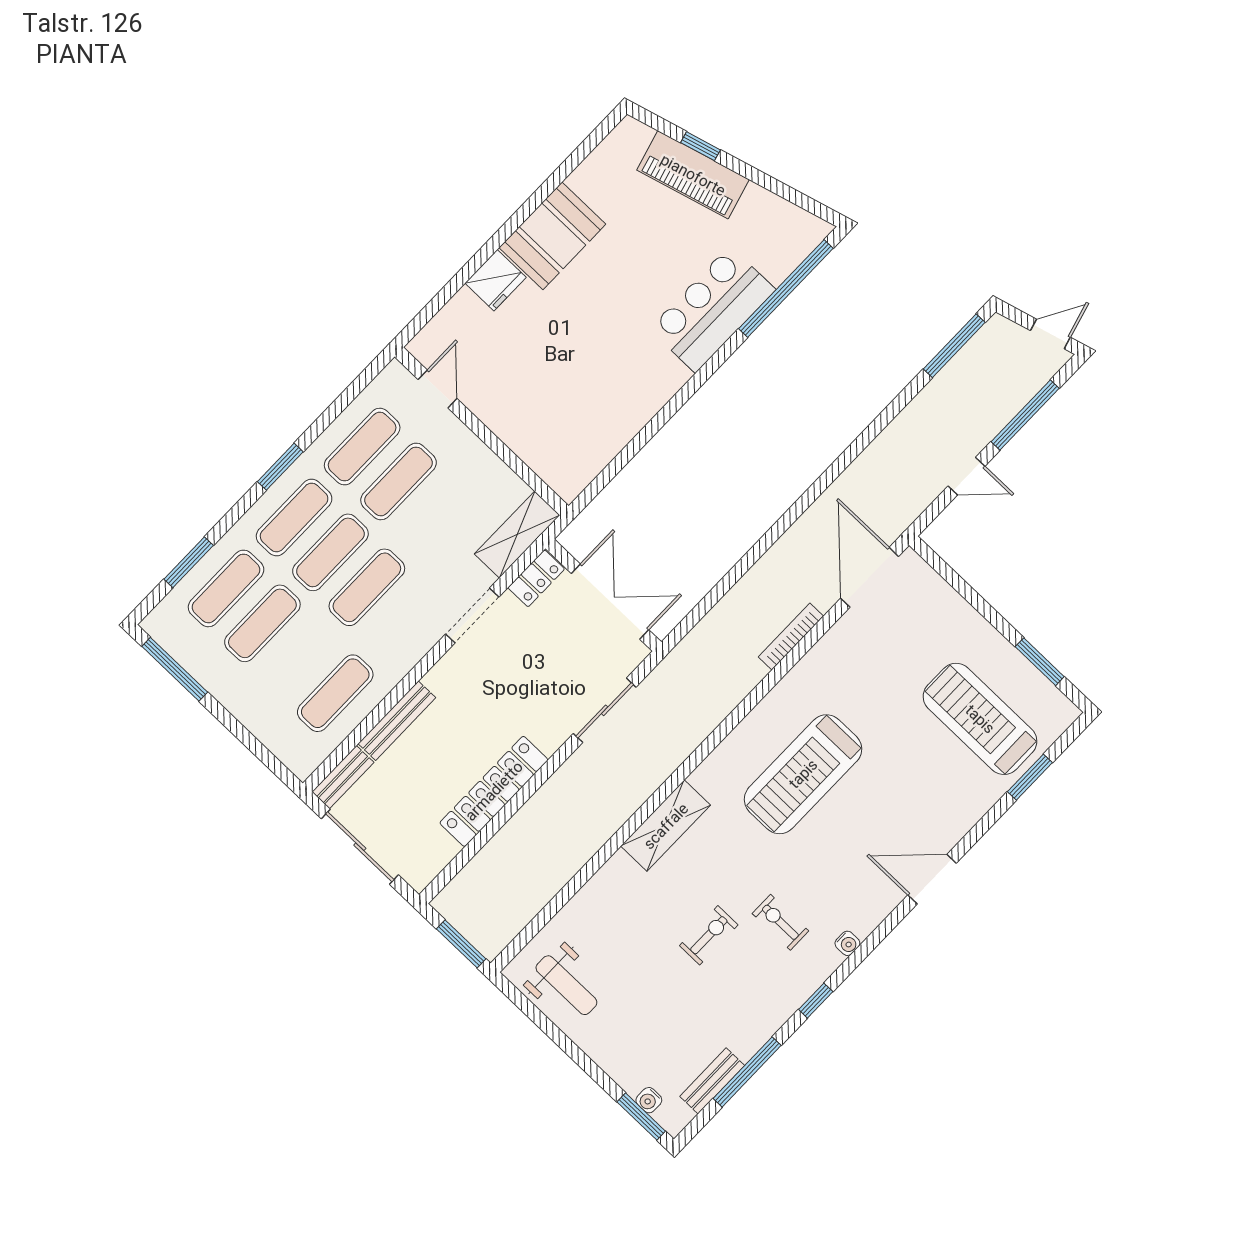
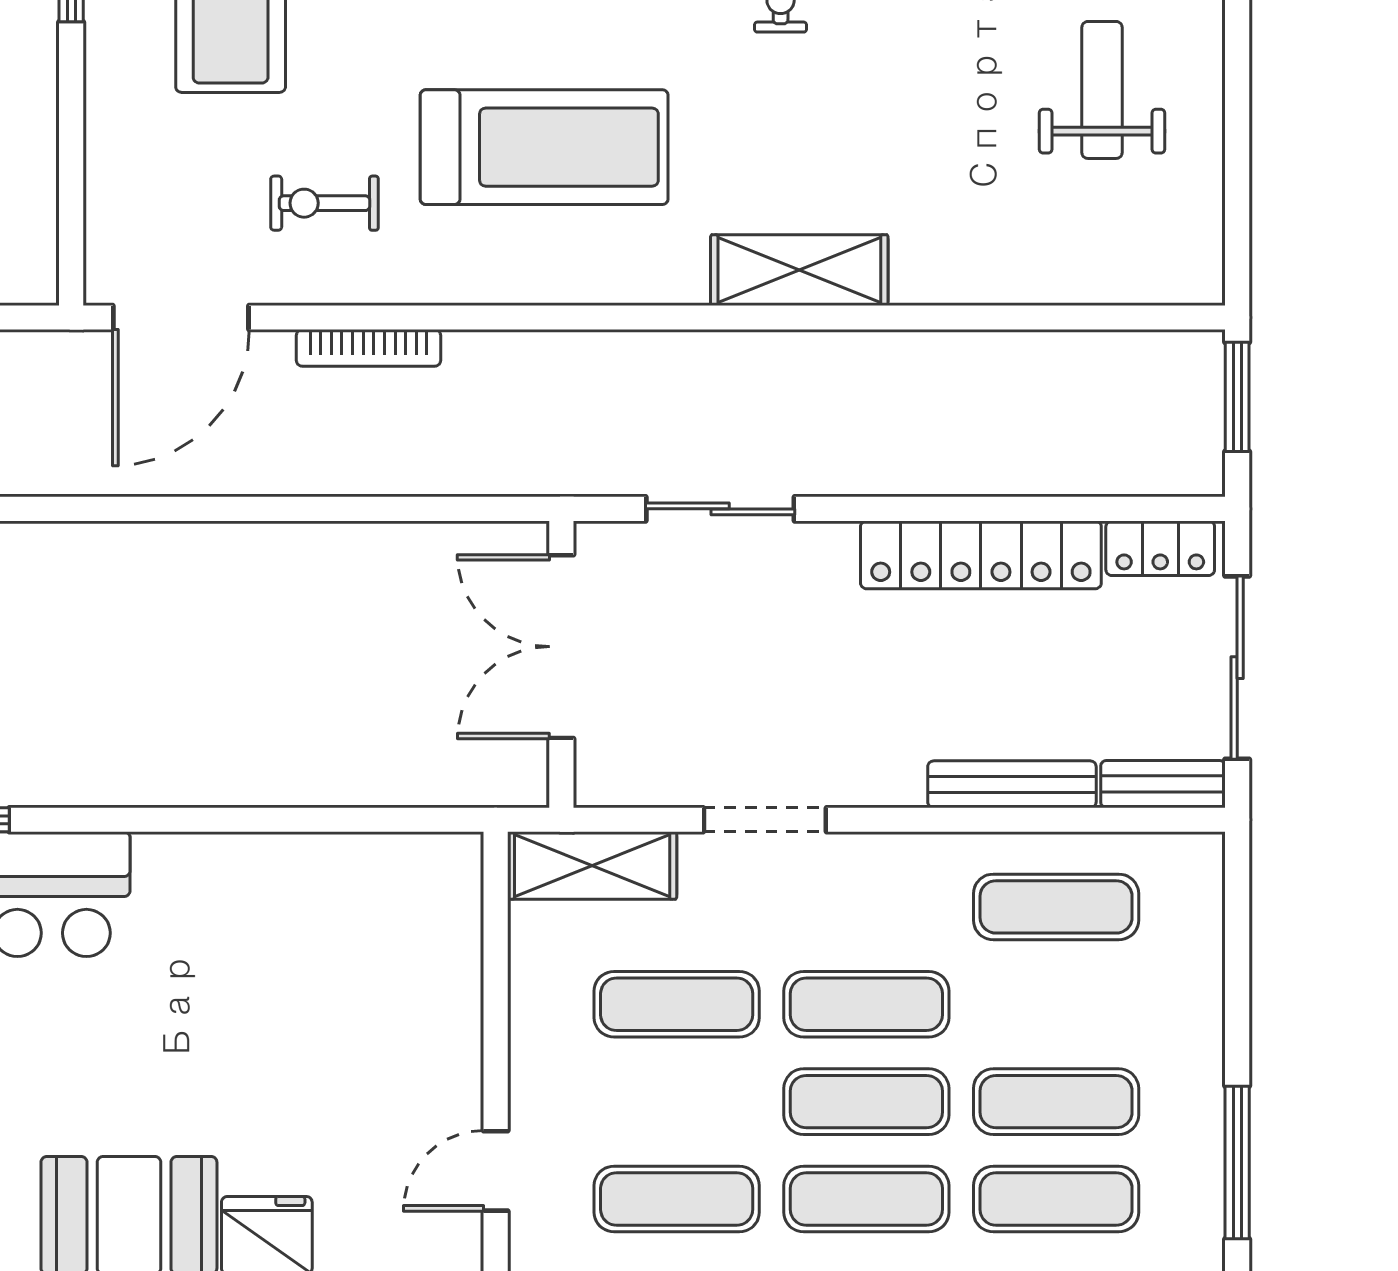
exercise mat: (399, 481) -> (677, 1004), moved
locker: (536, 578) -> (1160, 548), moved, turned 180
exercise bike: (709, 935) -> (324, 203), moved
weight bench: (566, 985) -> (1102, 90), moved

